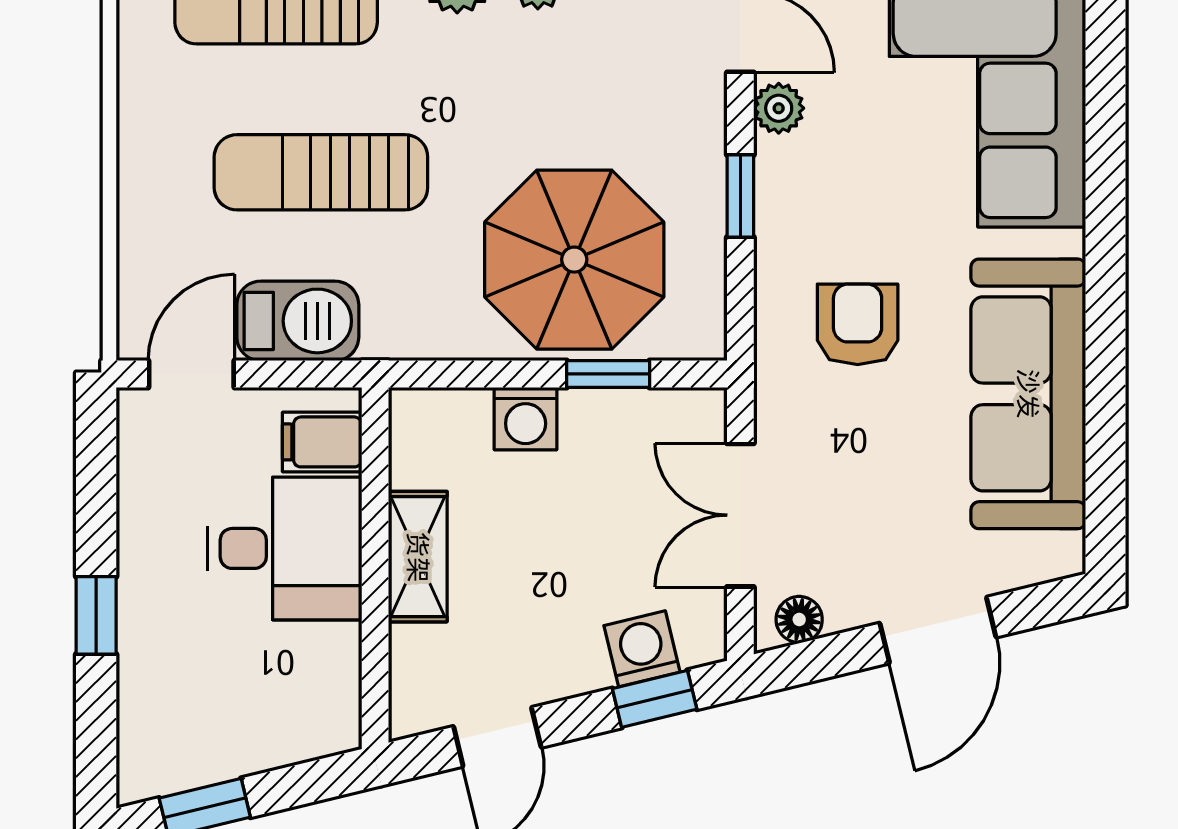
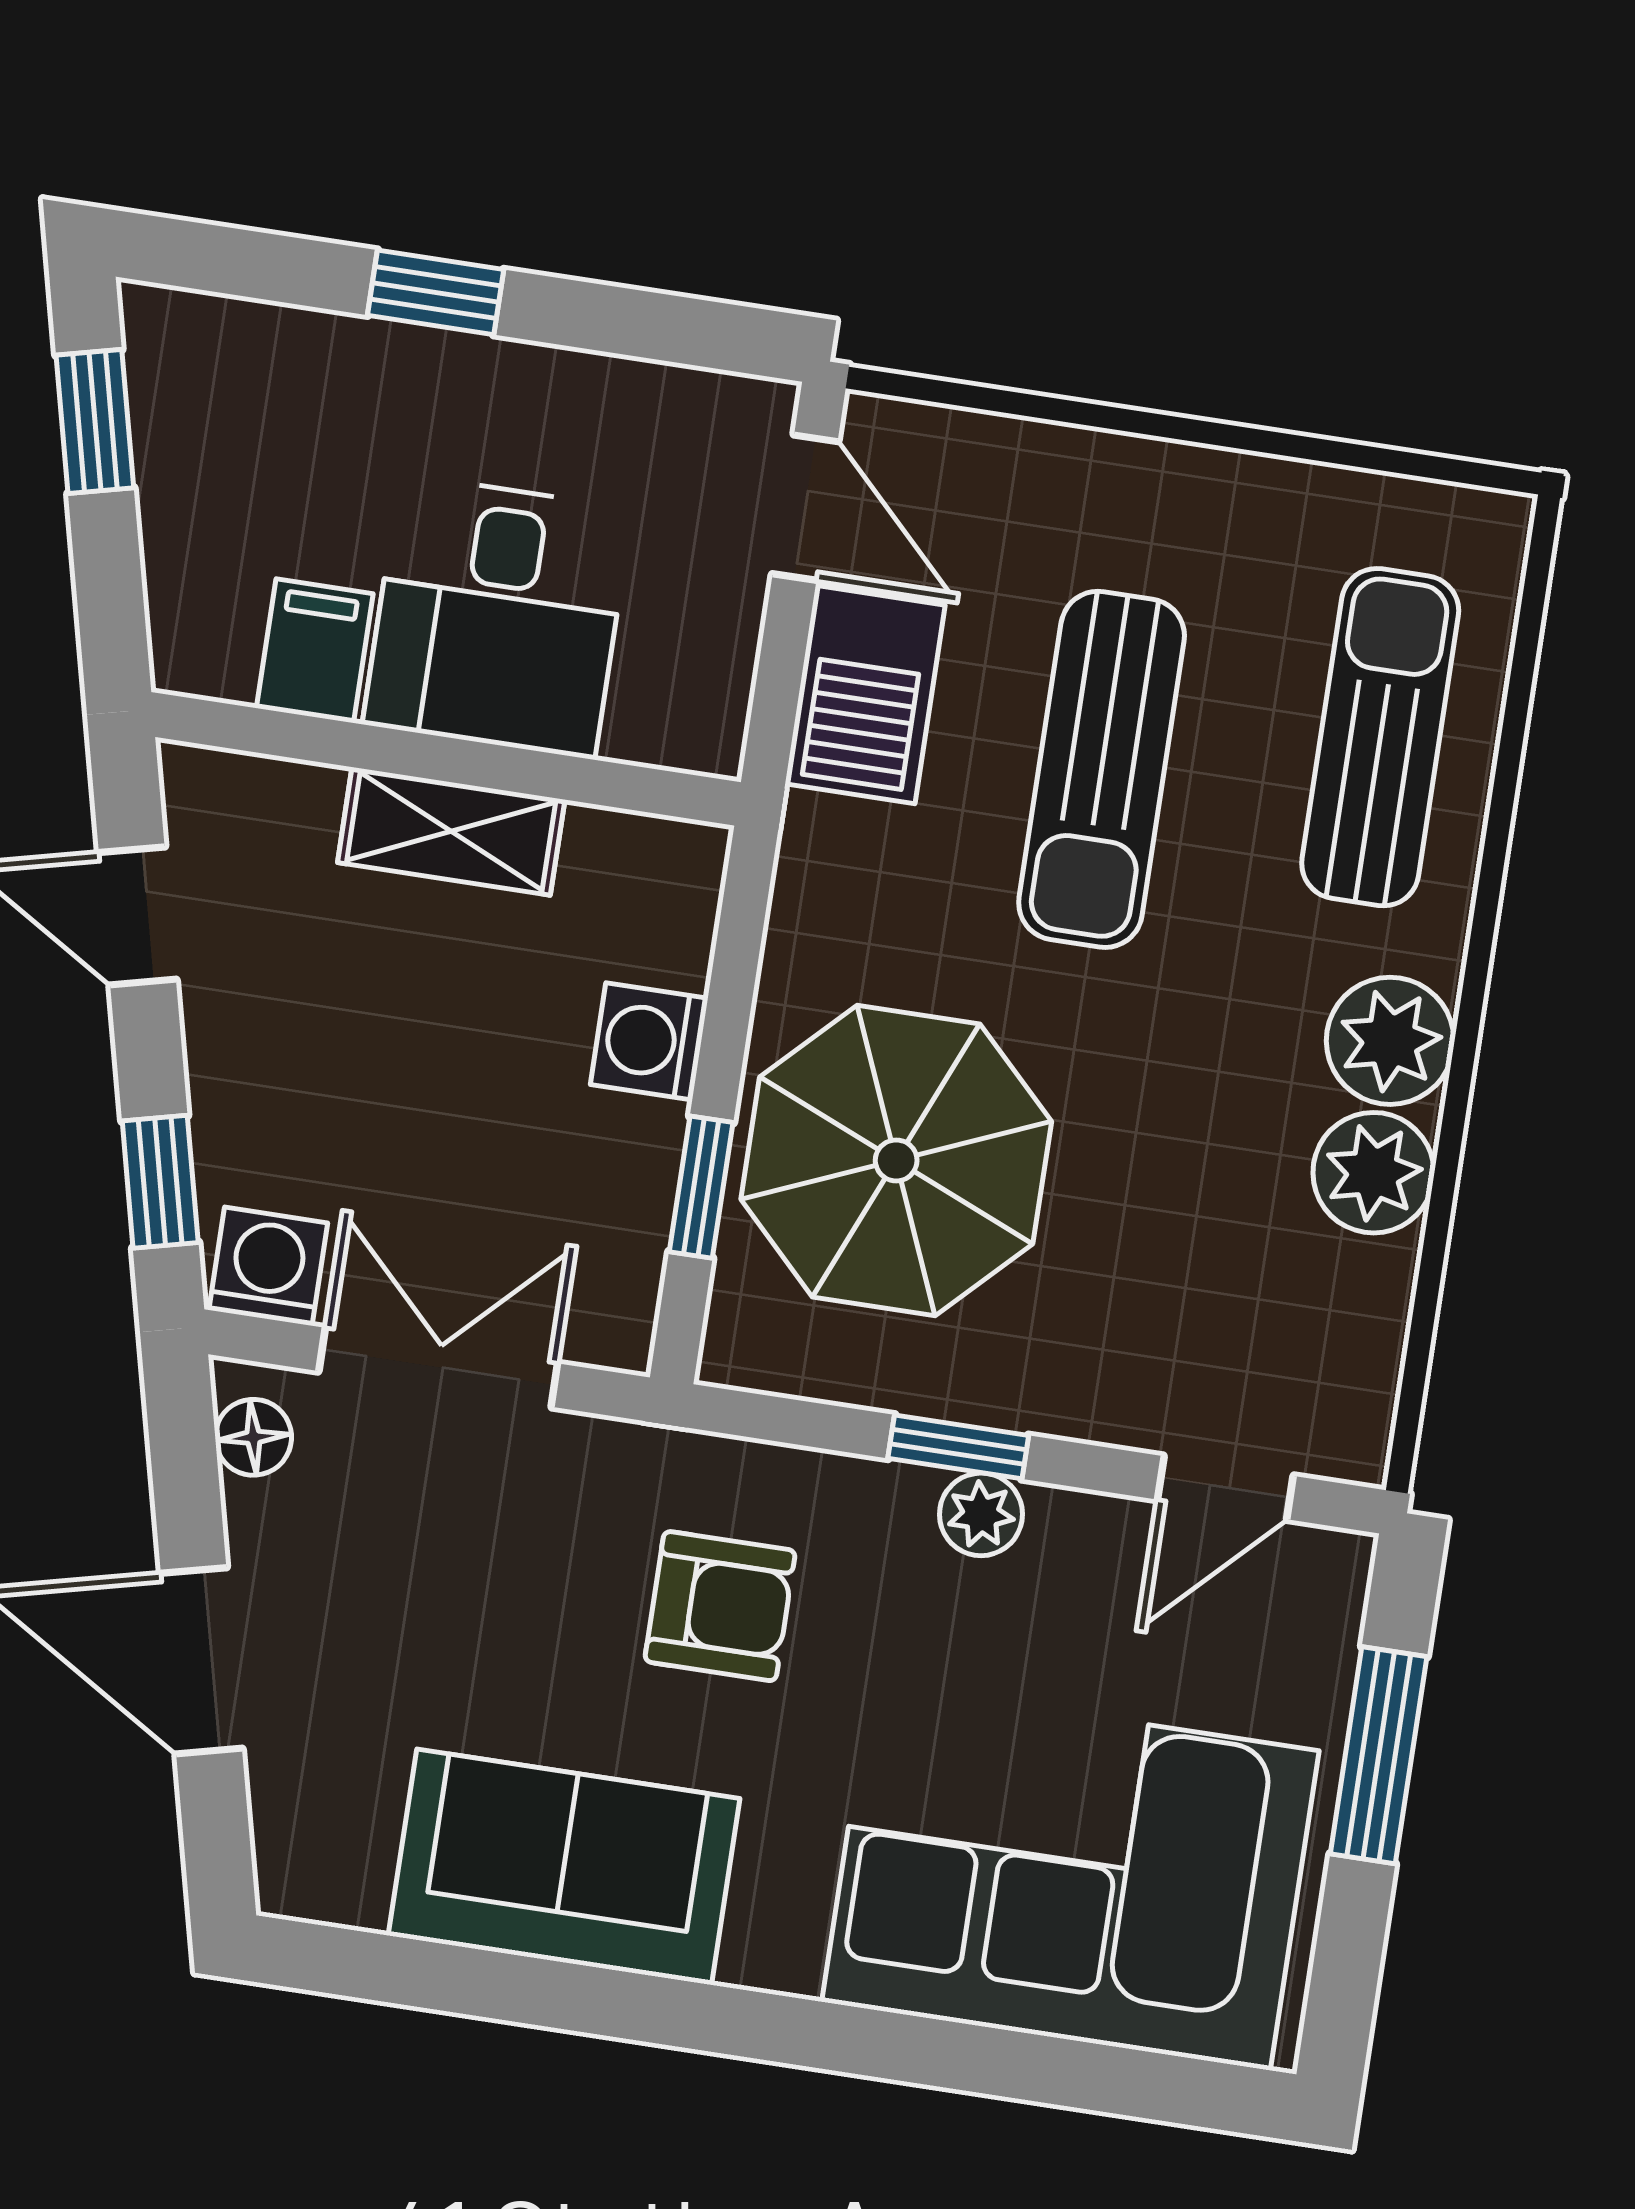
plant: (779, 108) -> (981, 1514), moved
sun lounger: (321, 172) -> (1102, 769), turned 180
sofa: (1028, 394) -> (564, 1867), width x0.73
filing cabinet: (322, 442) -> (315, 651), moved
washing machine: (642, 649) -> (268, 1266), moved, turned -76

